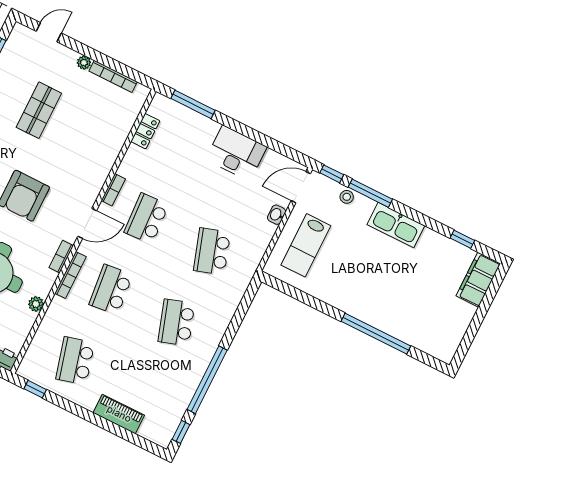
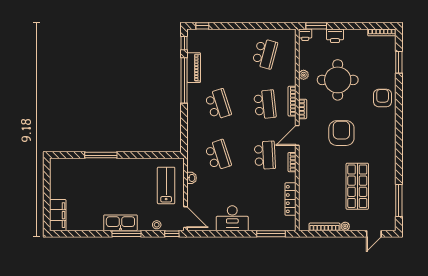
shop shelf: (39, 110) -> (357, 186), width x1.43, depth x1.36
locker: (145, 131) -> (290, 199), width x1.53
door: (301, 187) -> (186, 217), hinge flipped
window: (370, 193) -> (126, 234), moved
washbasin: (277, 215) -> (192, 178), moved
window: (462, 239) -> (78, 234), removed
window: (376, 334) -> (101, 155), width x0.68
school desk: (75, 361) -> (265, 54), turned 30
window: (35, 389) -> (202, 26), moved
piano: (119, 414) -> (194, 68), moved, turned -90

